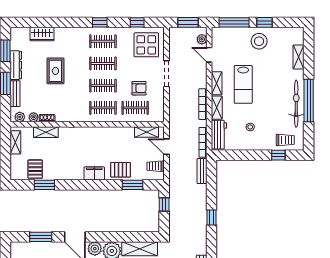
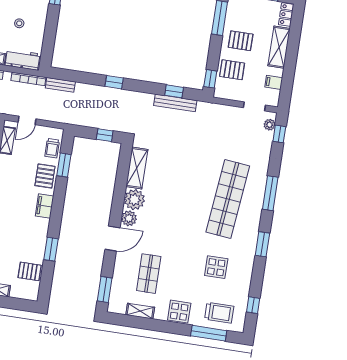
trolley: (155, 166) -> (52, 148), moved
window: (44, 185) -> (51, 249), moved
window: (164, 205) -> (105, 135), moved
window: (41, 237) -> (105, 289), moved

